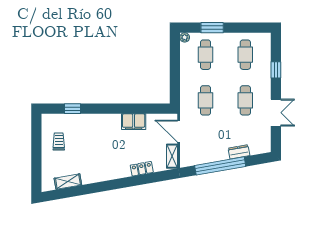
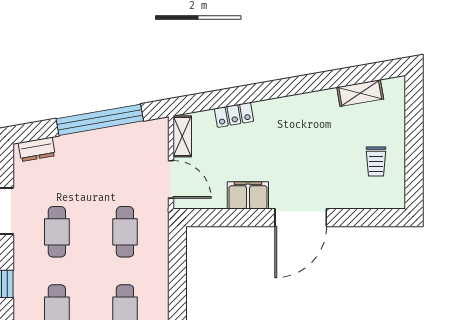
window: (72, 109) -> (352, 218), removed
door: (103, 109) -> (301, 218), added
dresser: (239, 152) -> (37, 149), moved

